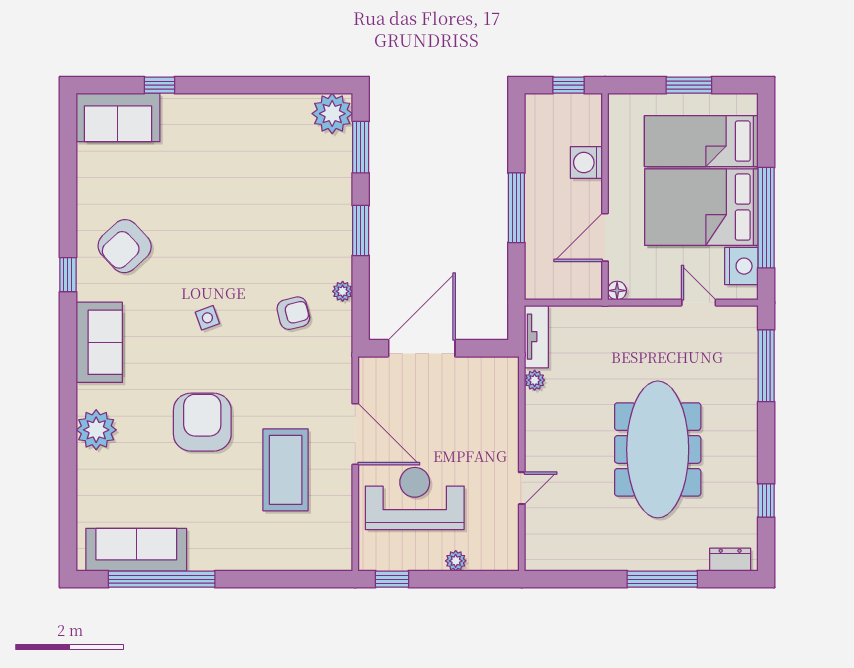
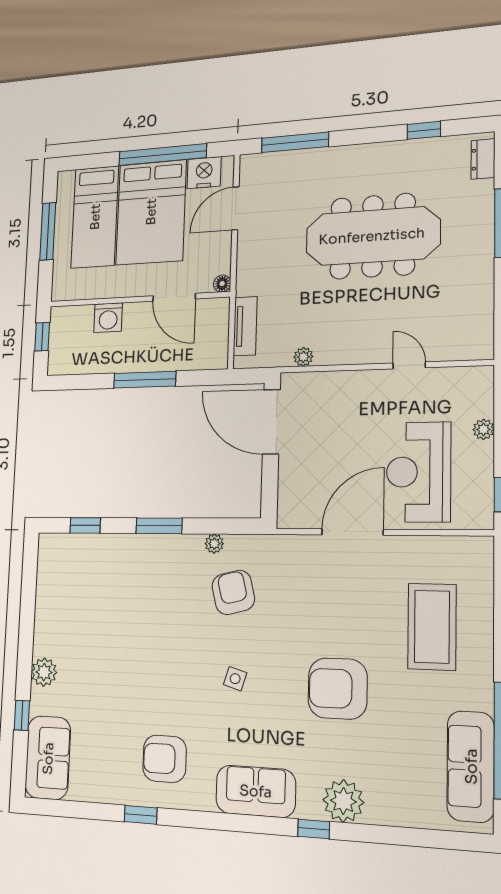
window: (689, 85) -> (48, 231), width x1.44
plant: (332, 114) -> (44, 672), moved, width x0.73, depth x0.73
window: (361, 147) -> (85, 525), width x0.67
armchair: (125, 246) -> (165, 759), turned 133
window: (68, 275) -> (141, 815), moved
door: (699, 303) -> (235, 208), width x1.38
armchair: (293, 313) -> (233, 592), width x1.38, depth x1.38
side table: (207, 318) -> (235, 679), turned 37
tv unit: (536, 337) -> (245, 326), moved, turned 90
door: (422, 348) -> (271, 422), moved
window: (68, 401) -> (314, 829), added
coffee table: (286, 470) -> (432, 627), moved, turned 90

